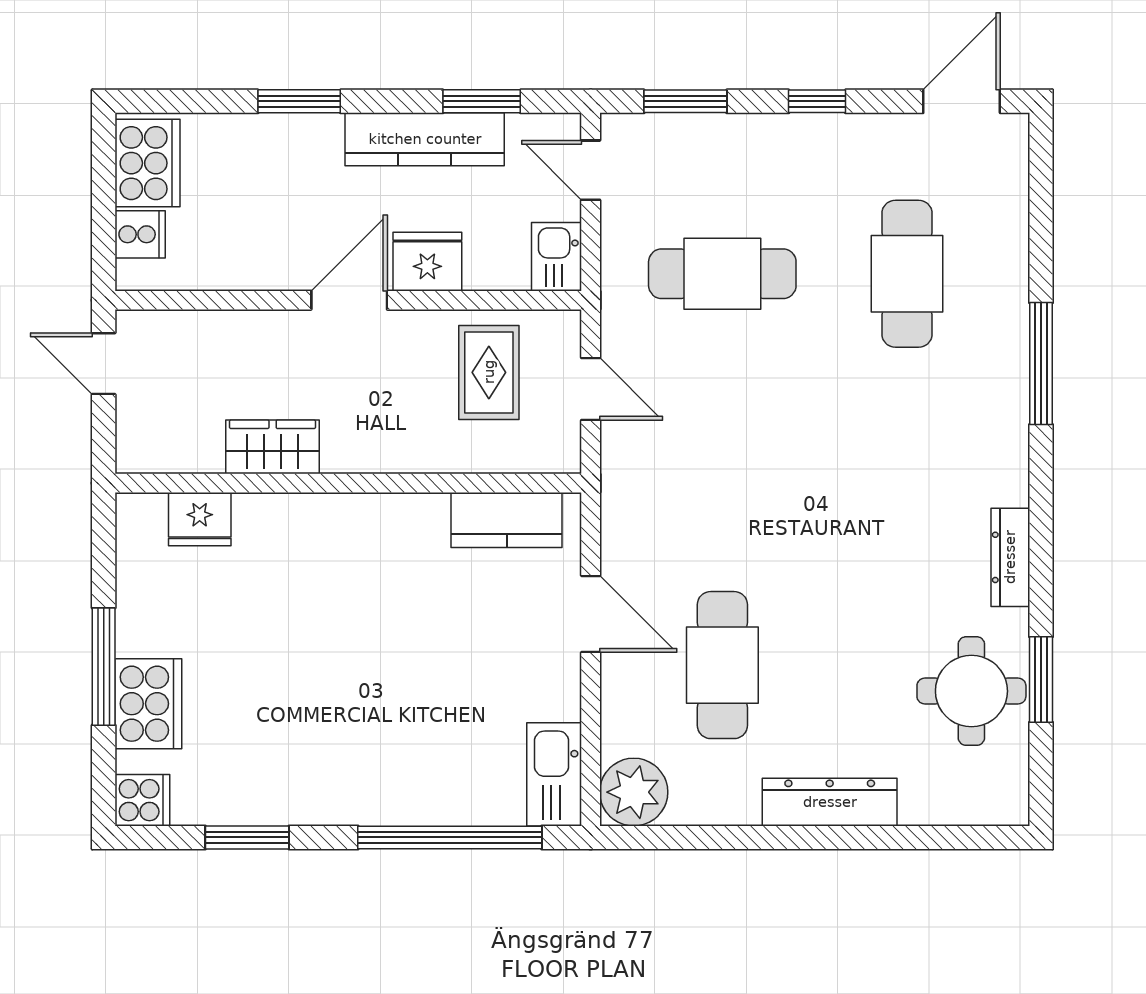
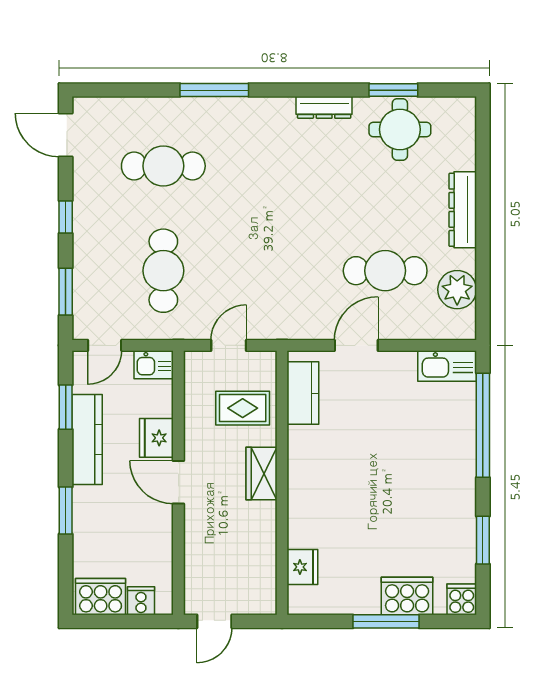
rug: (489, 372) -> (243, 408), moved
wardrobe: (273, 447) -> (262, 474), moved
plant: (634, 792) -> (457, 290), moved

